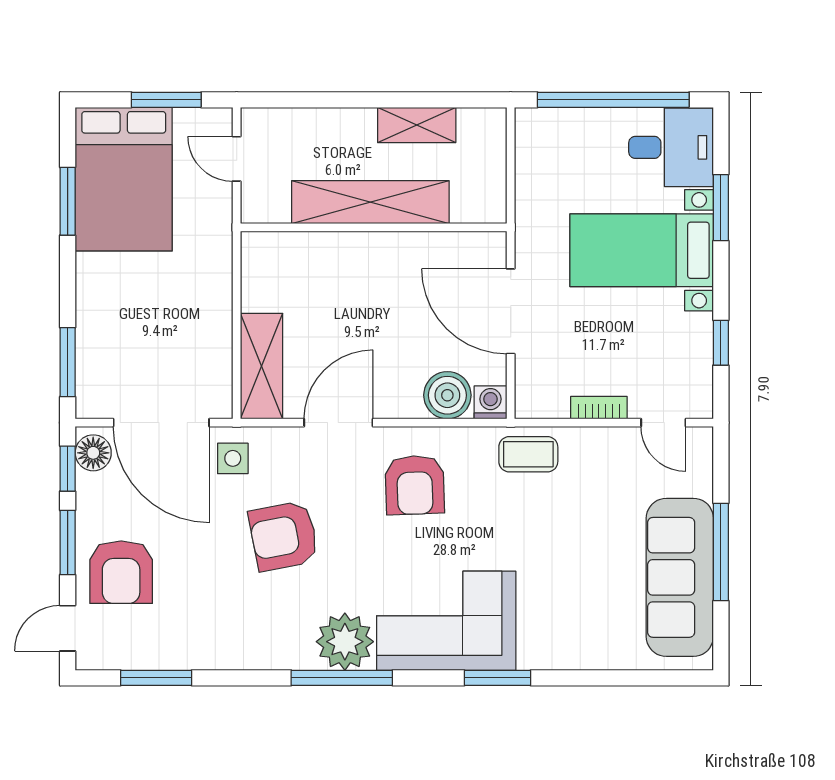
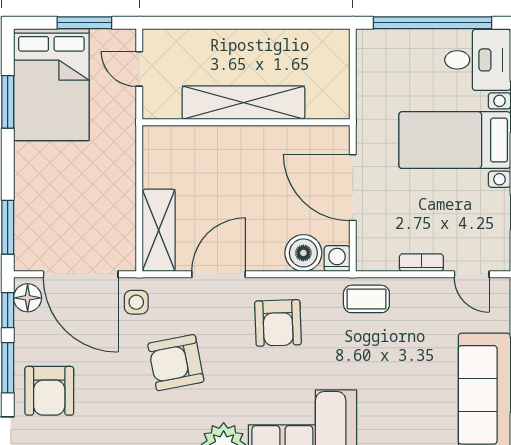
shelving: (417, 125) -> (280, 42), removed

